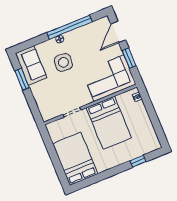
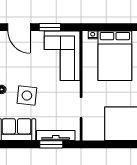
window: (22, 79) -> (51, 144), moved
tv unit: (40, 101) -> (56, 136), added
bed: (109, 123) -> (115, 56), moved, turned 90

